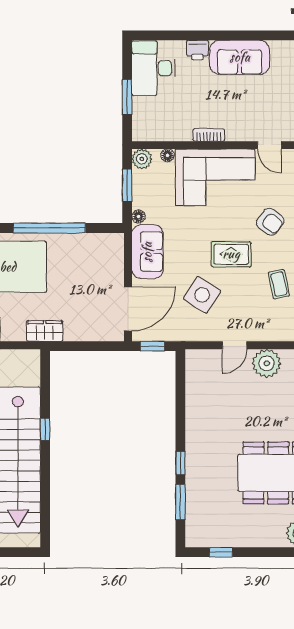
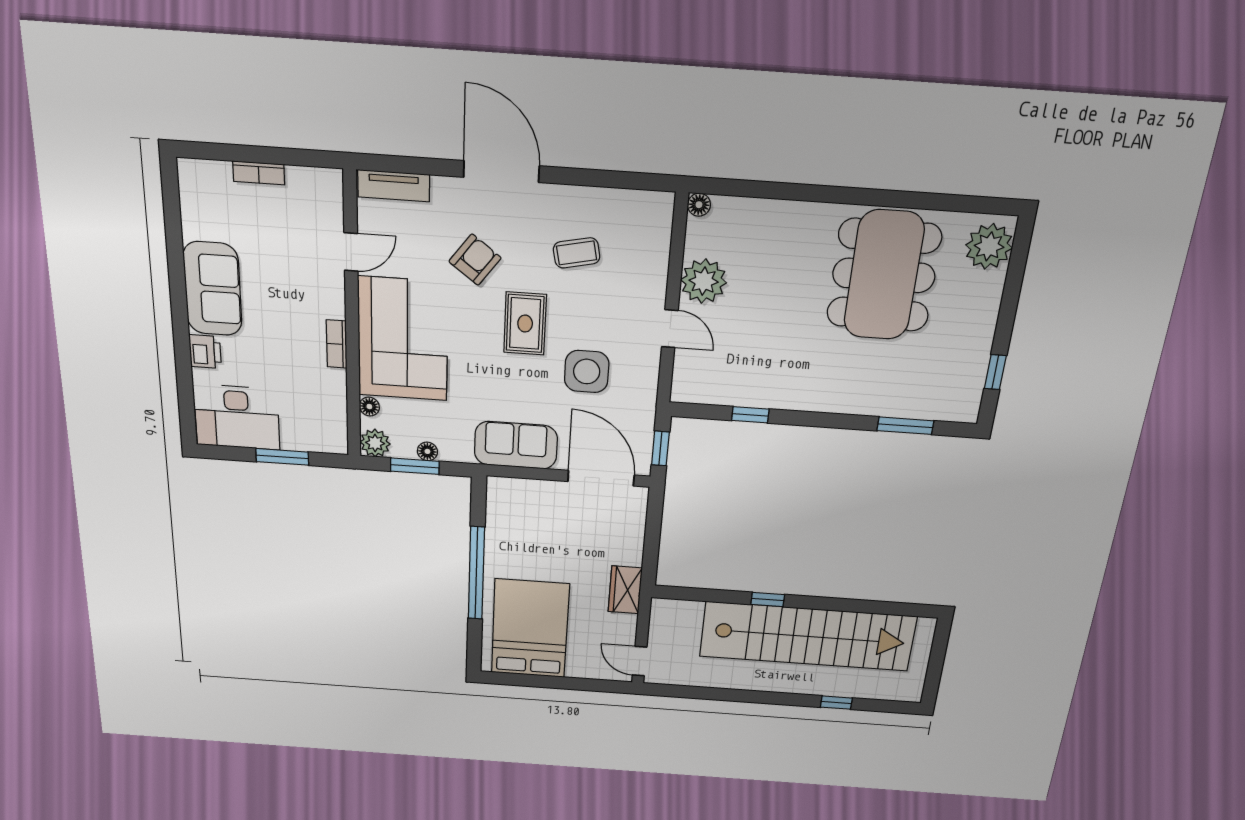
floor lamp: (138, 216) -> (427, 451), moved
side table: (202, 295) -> (587, 372), turned -32
window: (180, 463) -> (750, 415), moved

